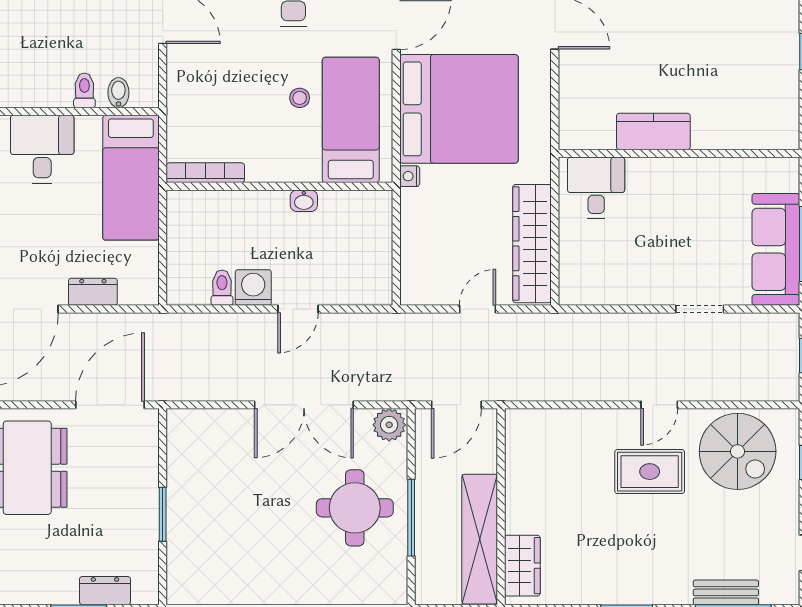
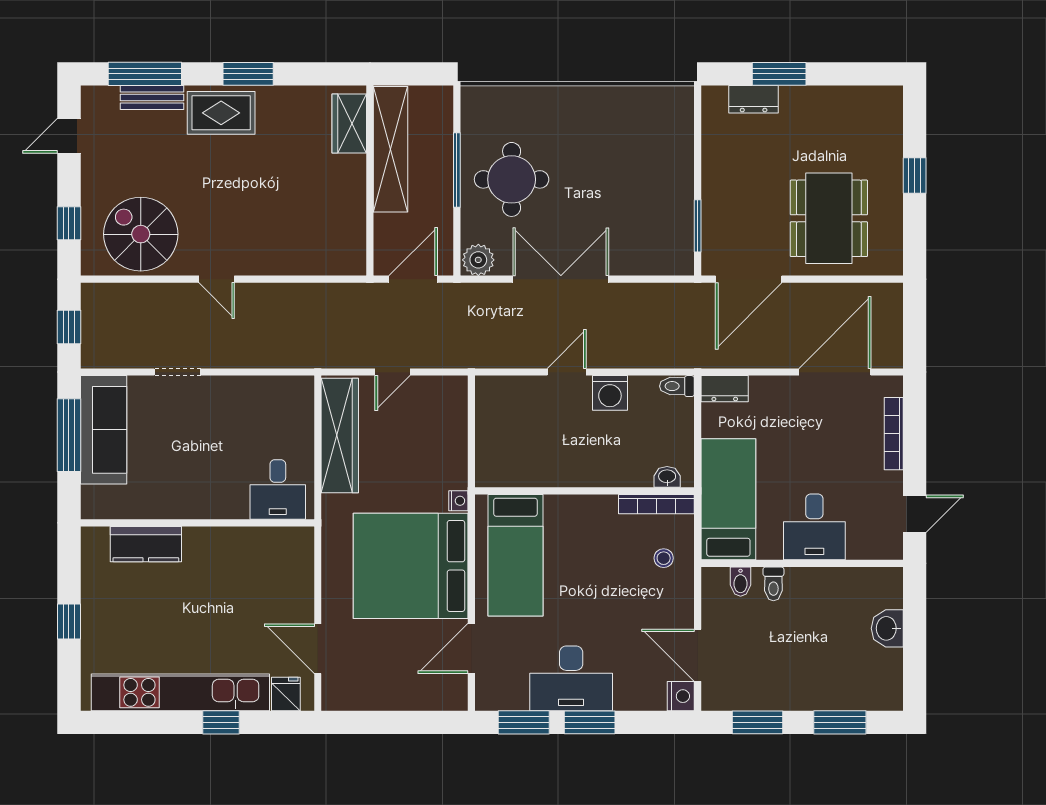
stool: (300, 98) -> (664, 558), moved
kitchen counter: (653, 131) -> (146, 544), moved
washbasin: (304, 201) -> (667, 477), moved
toilet: (222, 288) -> (677, 386), moved, turned 90
dresser: (93, 292) -> (725, 389), moved
door: (659, 405) -> (217, 279), swing flipped
rug: (650, 472) -> (221, 113), moved
window: (163, 514) -> (698, 226), moved

